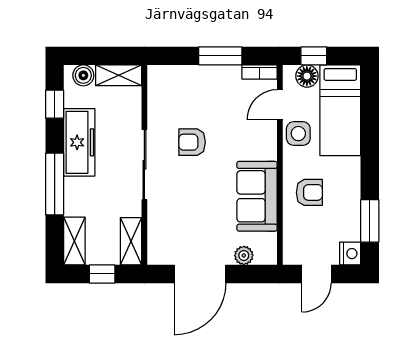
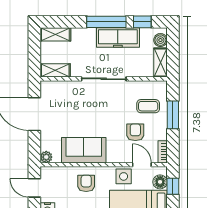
window: (220, 56) -> (173, 115), moved
coffee table: (188, 95) -> (148, 106), added
armchair: (192, 142) -> (135, 132), moved
window: (55, 184) -> (106, 22), moved
armchair: (309, 192) -> (86, 183), turned 180
plant: (244, 255) -> (46, 157), moved
window: (102, 274) -> (34, 52), removed

